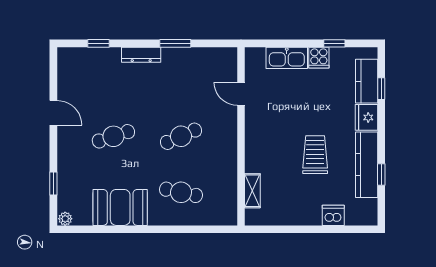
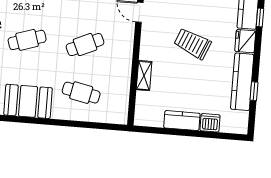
trolley: (315, 155) -> (192, 44), moved, turned -67
shelving: (252, 191) -> (144, 76), moved
kitchen counter: (300, 215) -> (182, 121), added

